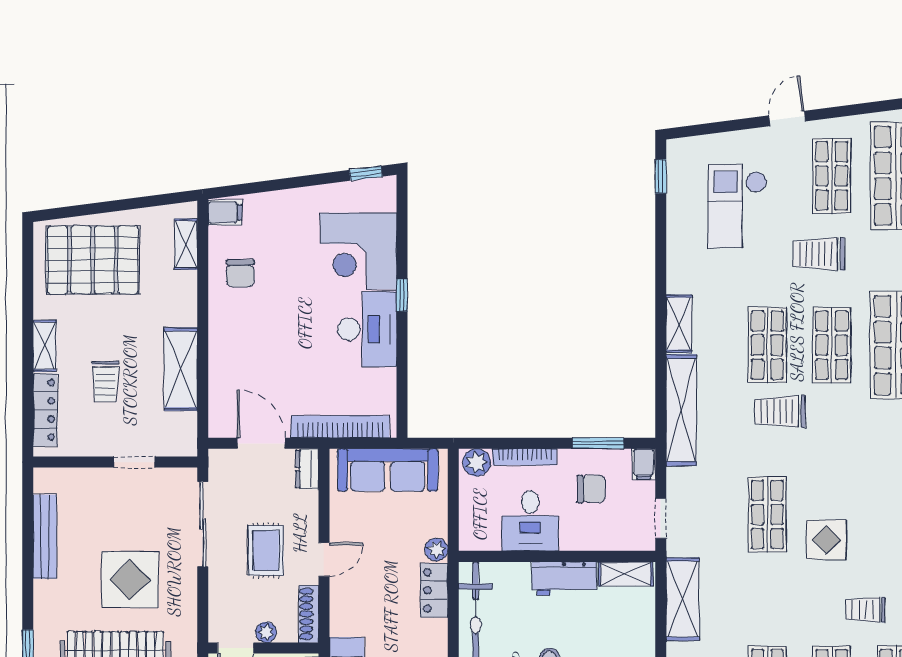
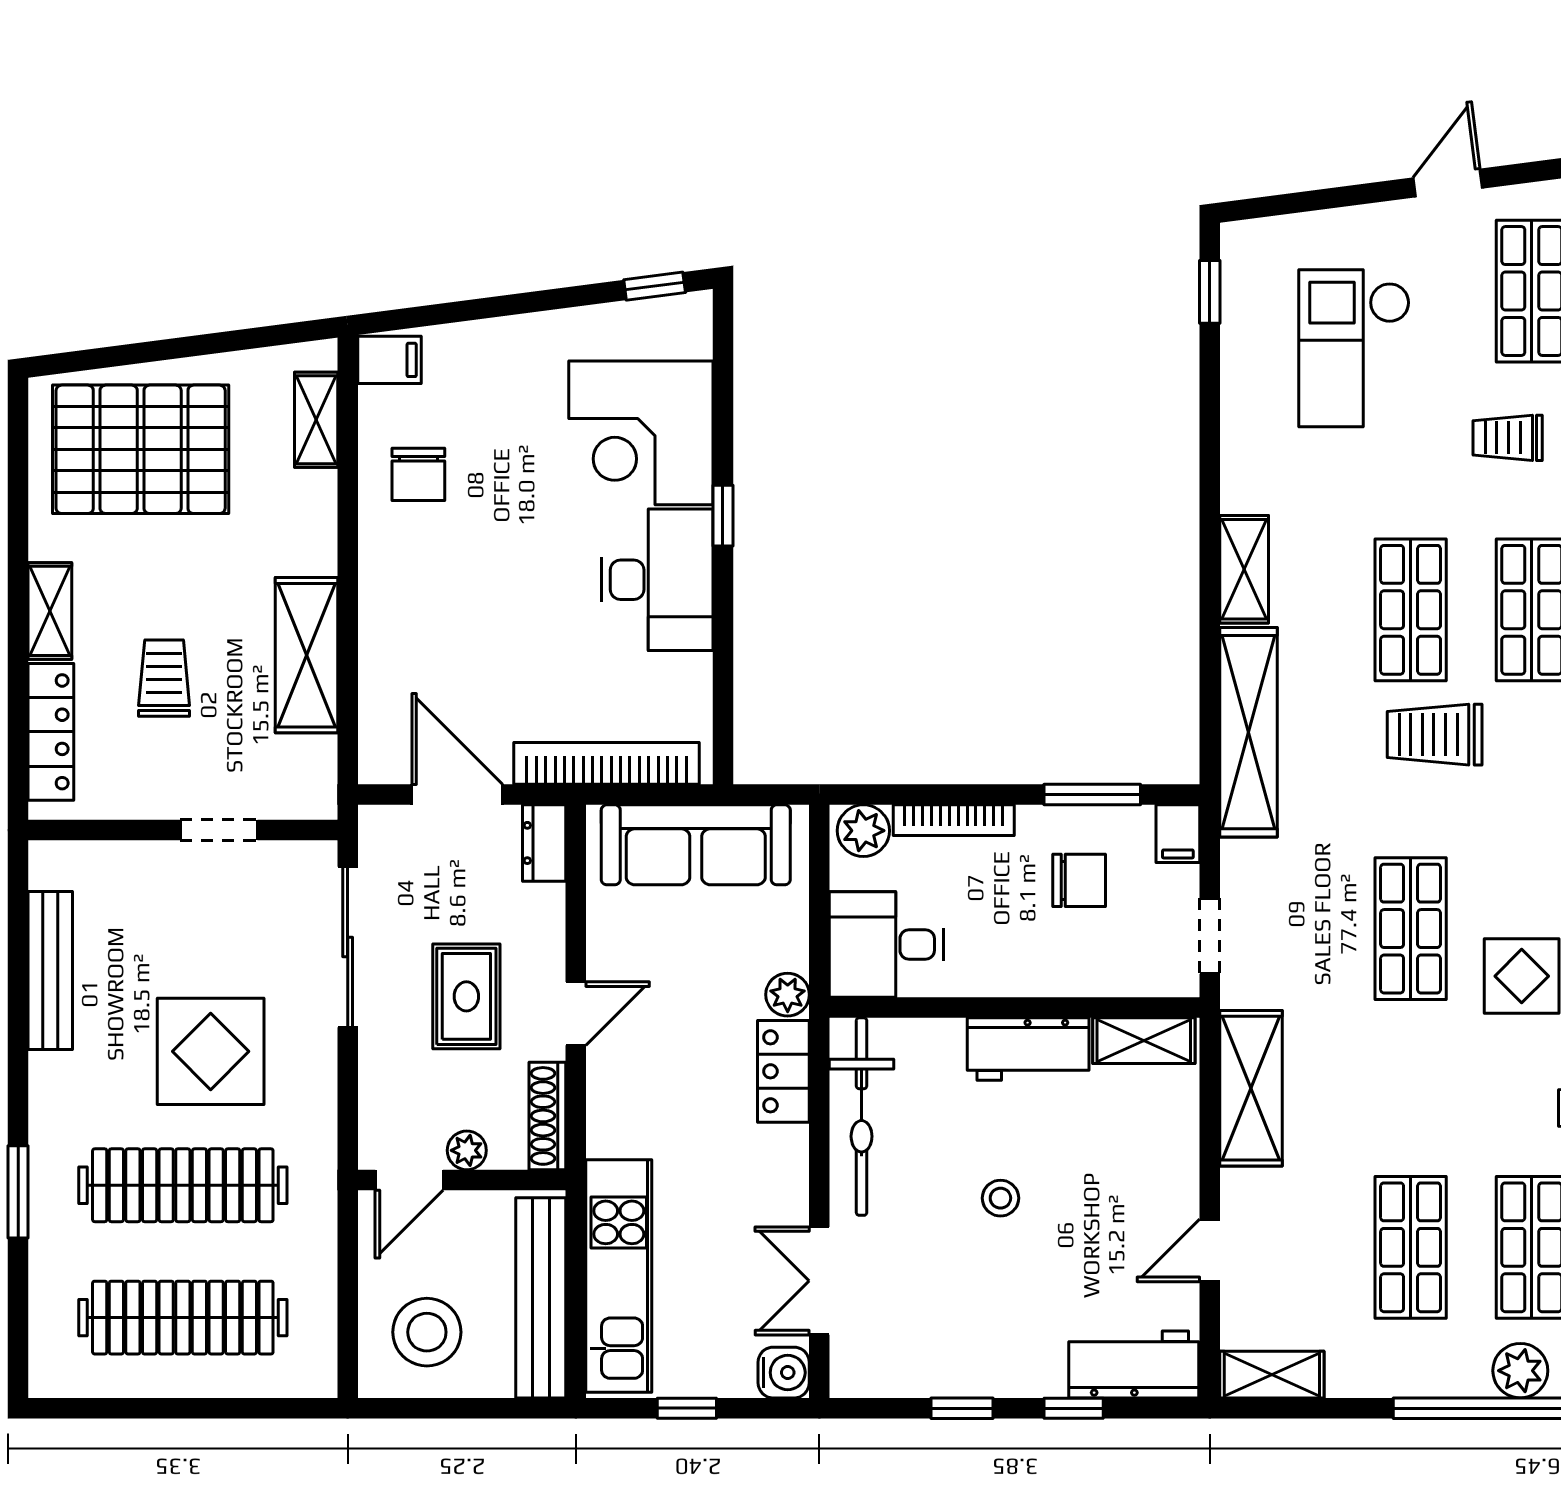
trolley: (819, 254) -> (1508, 438), width x0.73, depth x0.72
trolley: (105, 381) -> (164, 678), turned 180
desk: (530, 521) -> (886, 945), moved, turned 90

